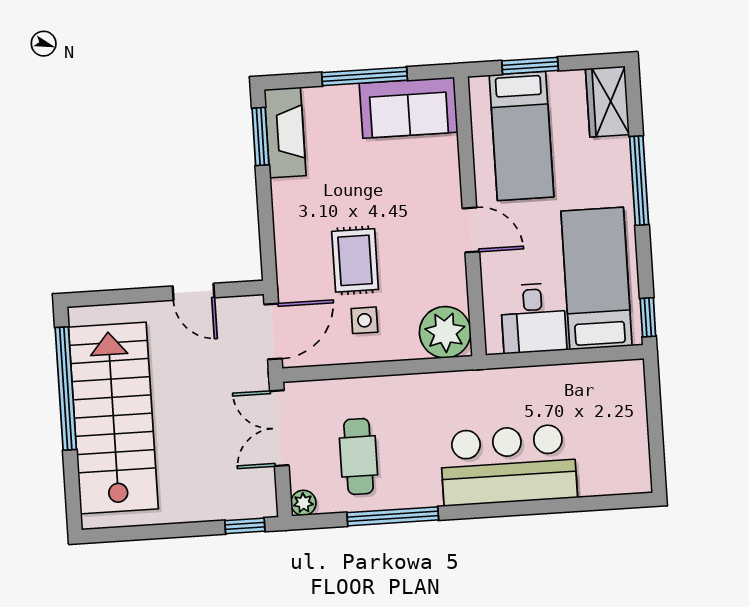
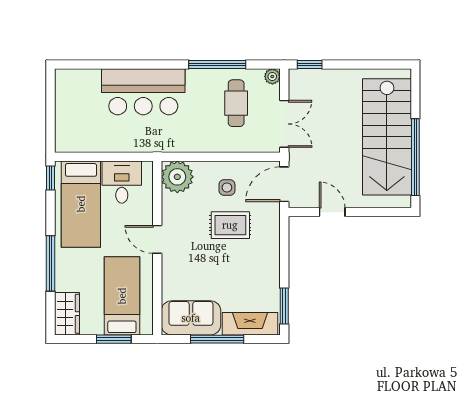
fireplace: (285, 133) -> (250, 324), moved, turned 90
rug: (355, 260) -> (230, 225), turned 90

